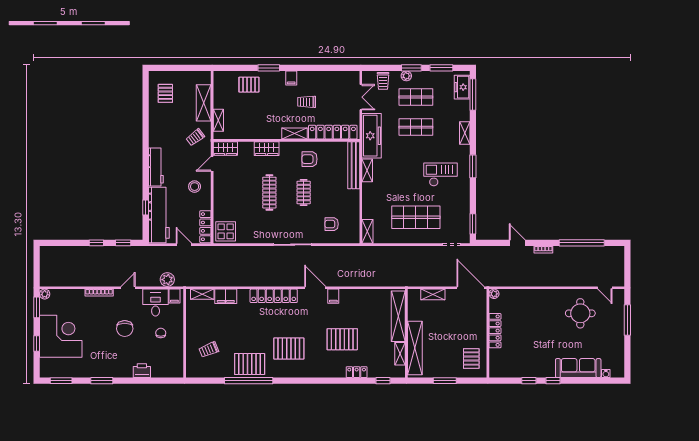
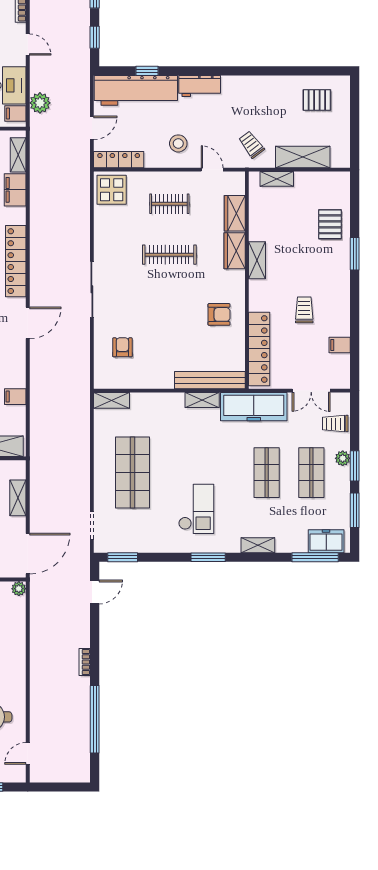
filing cabinet: (291, 78) -> (340, 345), moved
shelving: (294, 134) -> (257, 260), moved
wardrobe: (225, 149) -> (235, 213), moved
armchair: (310, 159) -> (219, 314), turned 90
workbench: (156, 167) -> (200, 86), width x0.73
clothes rail: (304, 193) -> (169, 204), moved
door: (517, 243) -> (95, 592), moved
filing cabinet: (333, 296) -> (15, 397), moved

